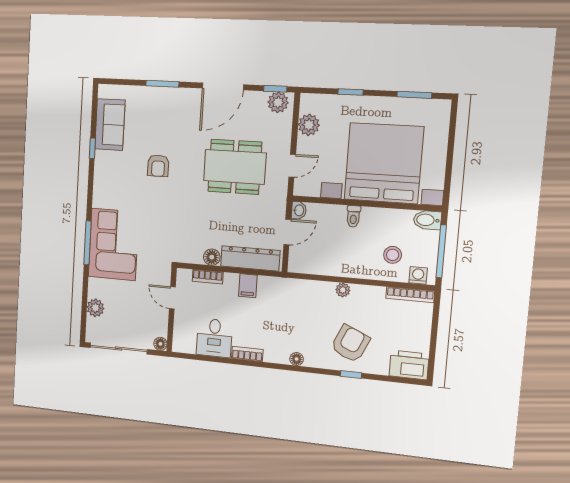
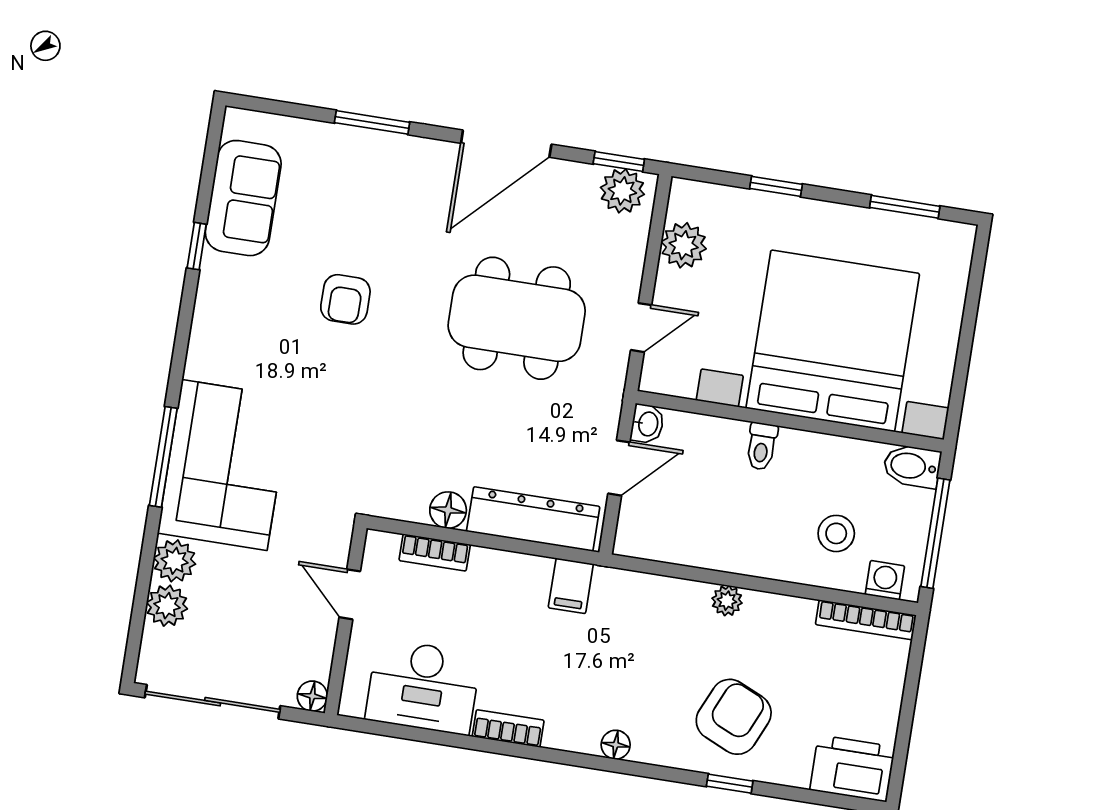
filing cabinet: (248, 286) -> (571, 586), moved
plant: (97, 288) -> (175, 561), added
desk: (214, 338) -> (423, 687), width x1.37

